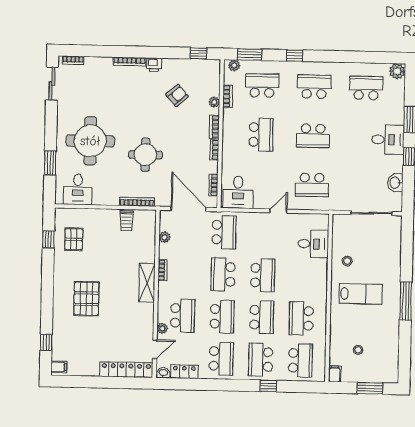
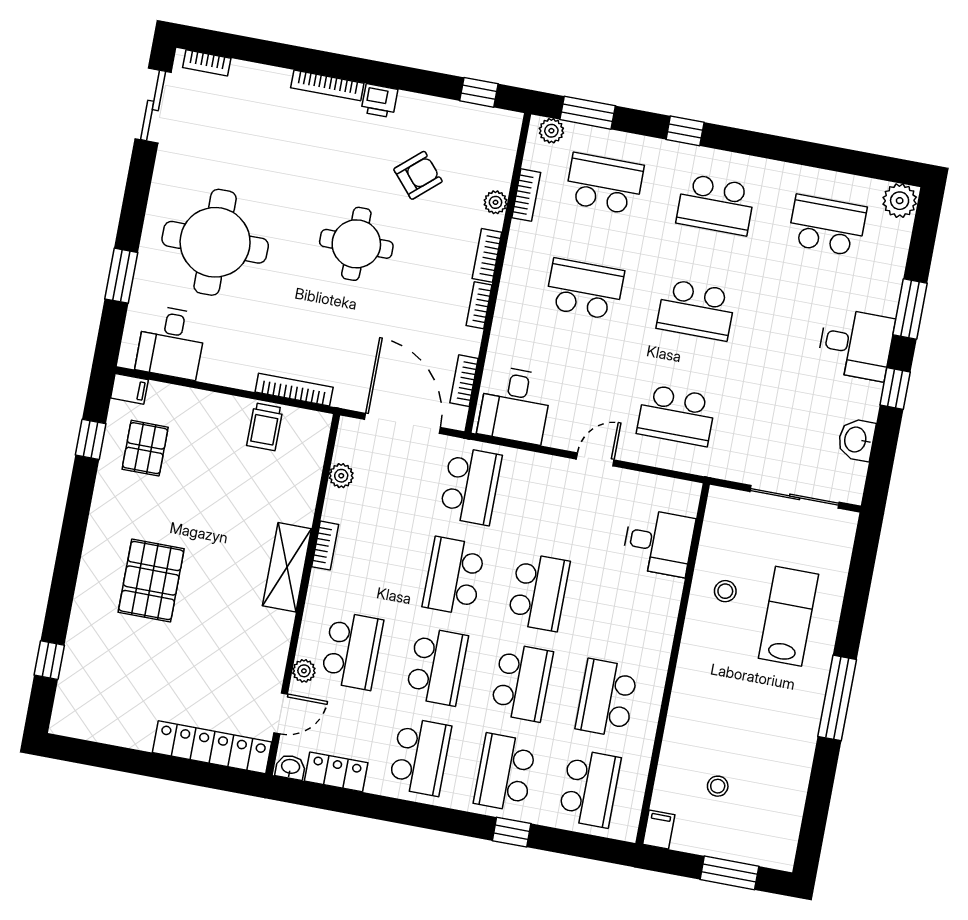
school desk: (314, 87) -> (716, 205), turned 180
school desk: (261, 135) -> (585, 289), turned -90
round table: (145, 155) -> (356, 244), moved
lab bench: (361, 294) -> (788, 616), moved, turned -90
filing cabinet: (59, 367) -> (129, 389), moved

